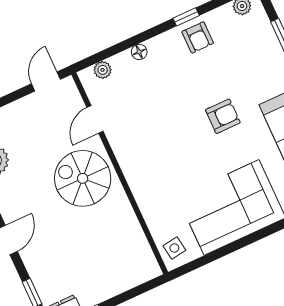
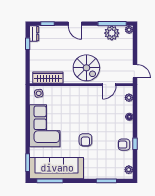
door: (95, 119) -> (109, 85), swing flipped
spiral stairs: (83, 178) -> (86, 68), turned 90
wardrobe: (136, 244) -> (48, 78), added

